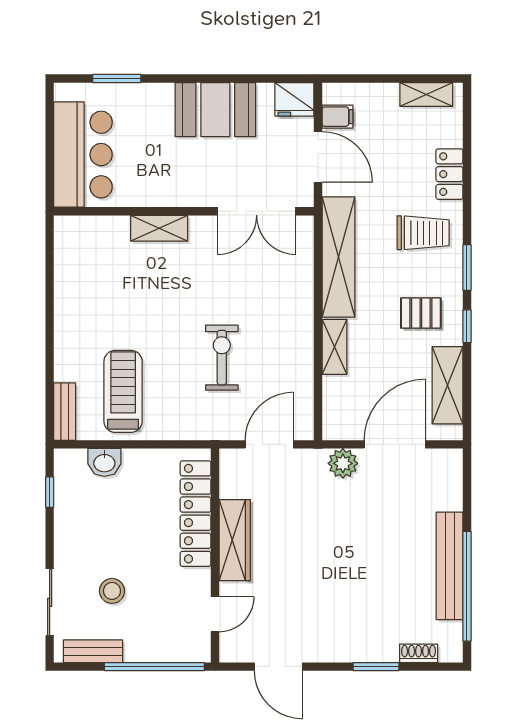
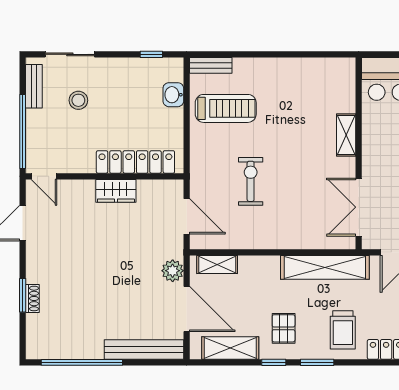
shelving: (334, 347) -> (217, 264), moved
exercise bike: (222, 358) -> (251, 181), turned -90
wardrobe: (235, 540) -> (116, 191), width x0.67
bench: (450, 566) -> (144, 349), moved
door: (215, 614) -> (44, 176), moved
shoe rack: (419, 653) -> (32, 298), moved

